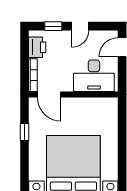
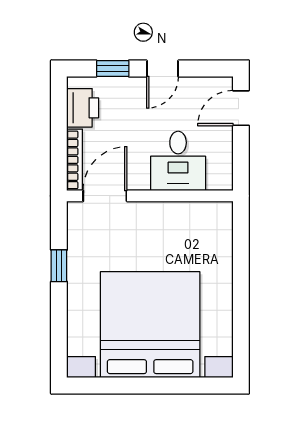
desk: (94, 76) -> (178, 161), width x0.73
door: (49, 94) -> (105, 196), swing flipped

